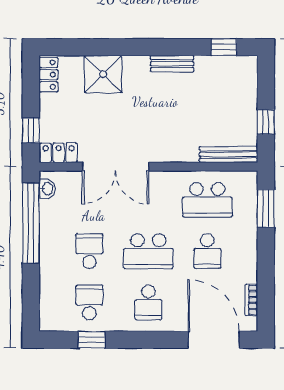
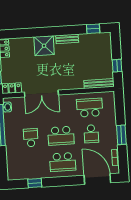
shower: (103, 74) -> (44, 46), moved
school desk: (207, 200) -> (90, 108), turned 180
window: (266, 209) -> (121, 135), moved
school desk: (89, 302) -> (32, 164), removed
school desk: (148, 302) -> (63, 162), width x1.85

